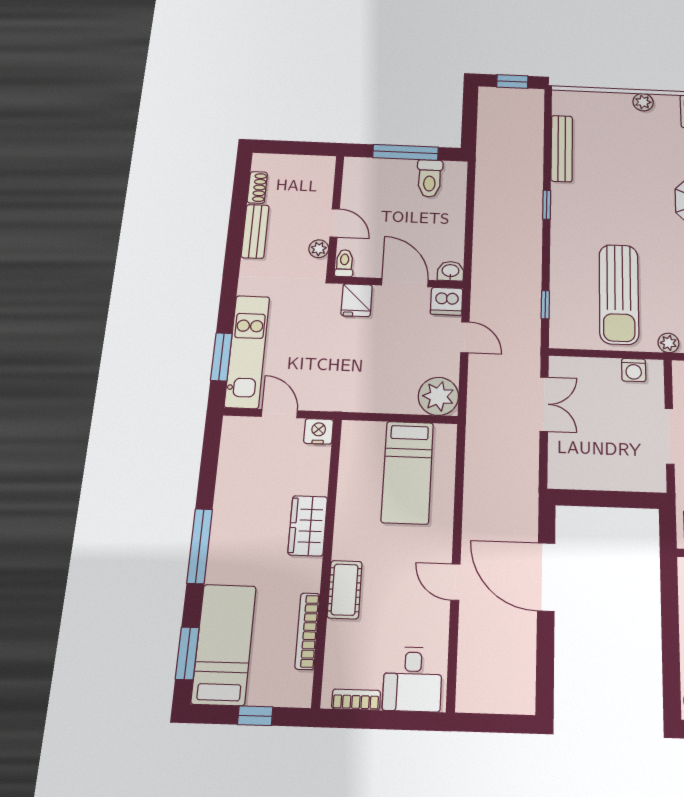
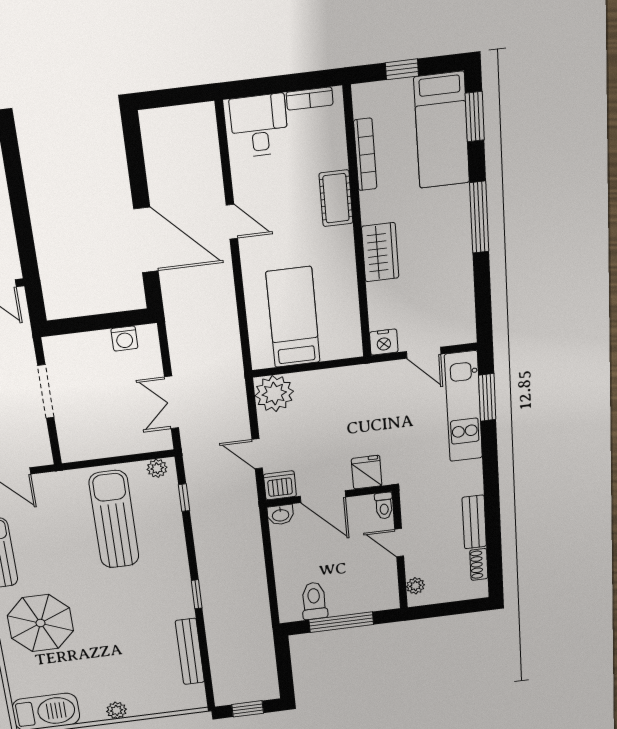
plant: (319, 249) -> (415, 586), moved
plant: (668, 343) -> (157, 468), moved
washing machine: (634, 370) -> (124, 339), moved, turned 180

